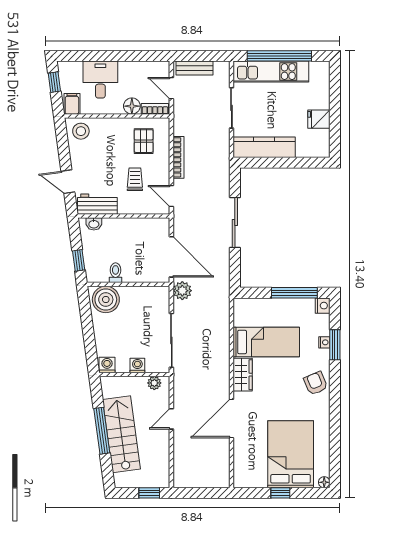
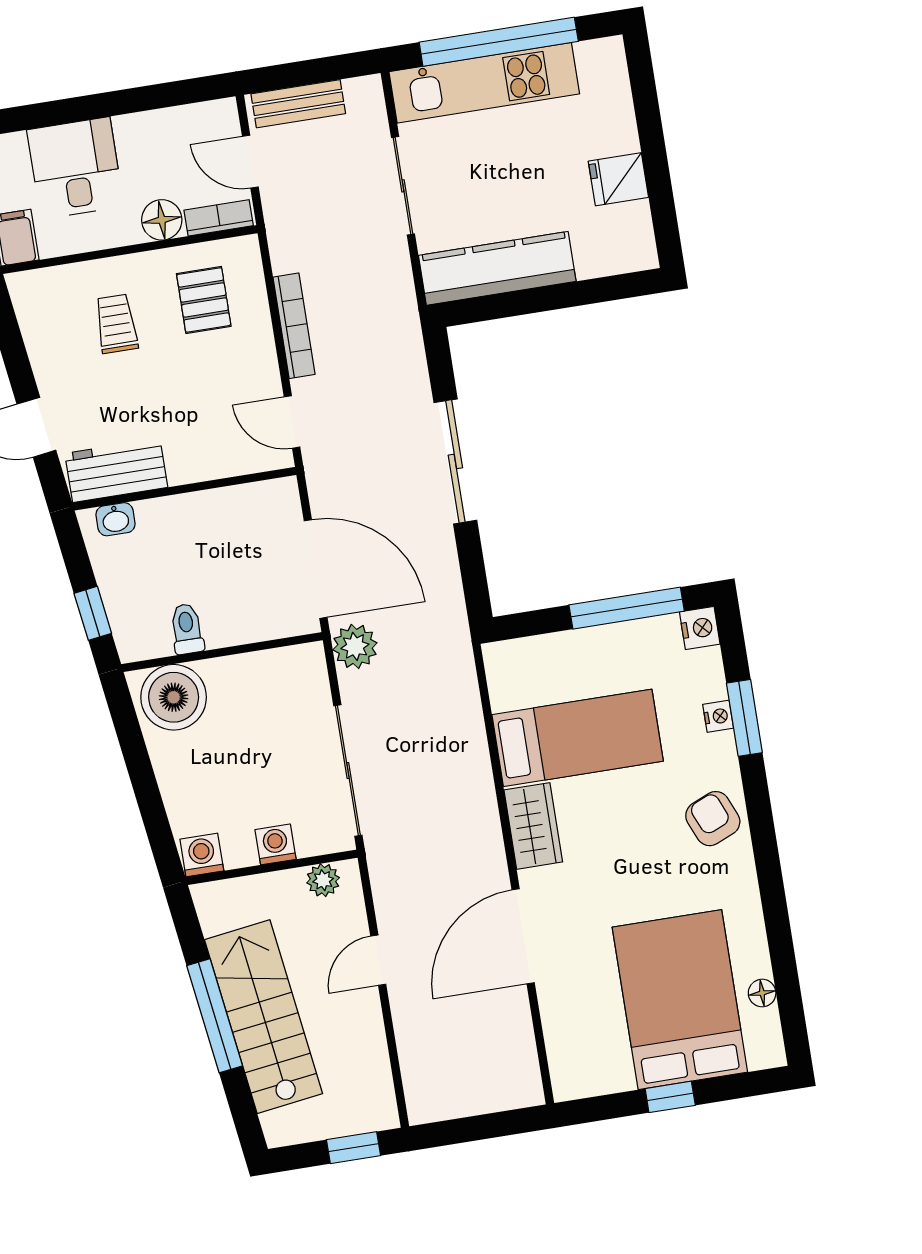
stool: (81, 131) -> (48, 300), removed
trolley: (135, 179) -> (116, 324), moved
floor lamp: (324, 482) -> (762, 993), moved

